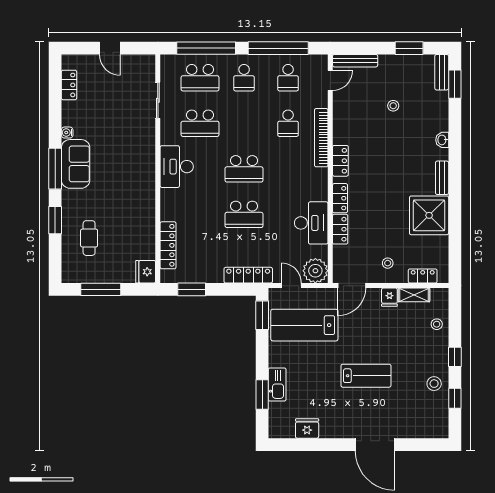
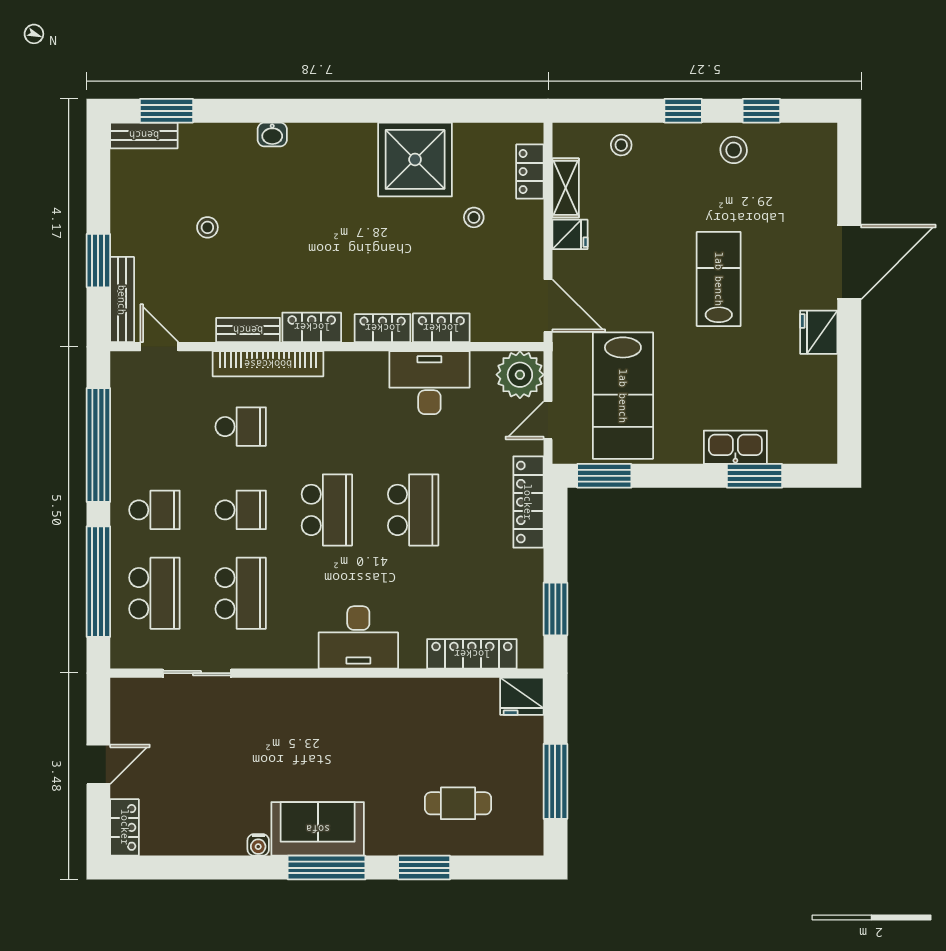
window: (409, 48) -> (98, 261), moved
school desk: (288, 78) -> (241, 510), moved
locker: (69, 85) -> (125, 827), moved, turned 90
desk: (177, 167) -> (358, 637), moved
bench: (442, 178) -> (248, 330), moved
stool: (388, 263) -> (474, 217), moved
fridge: (307, 428) -> (819, 332), moved

